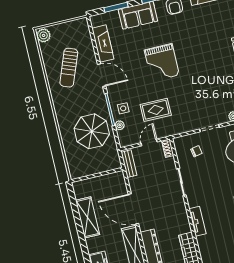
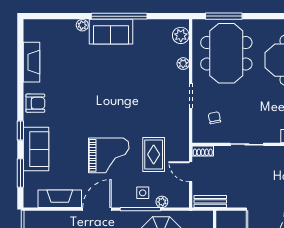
grand piano: (162, 62) -> (109, 155), moved

